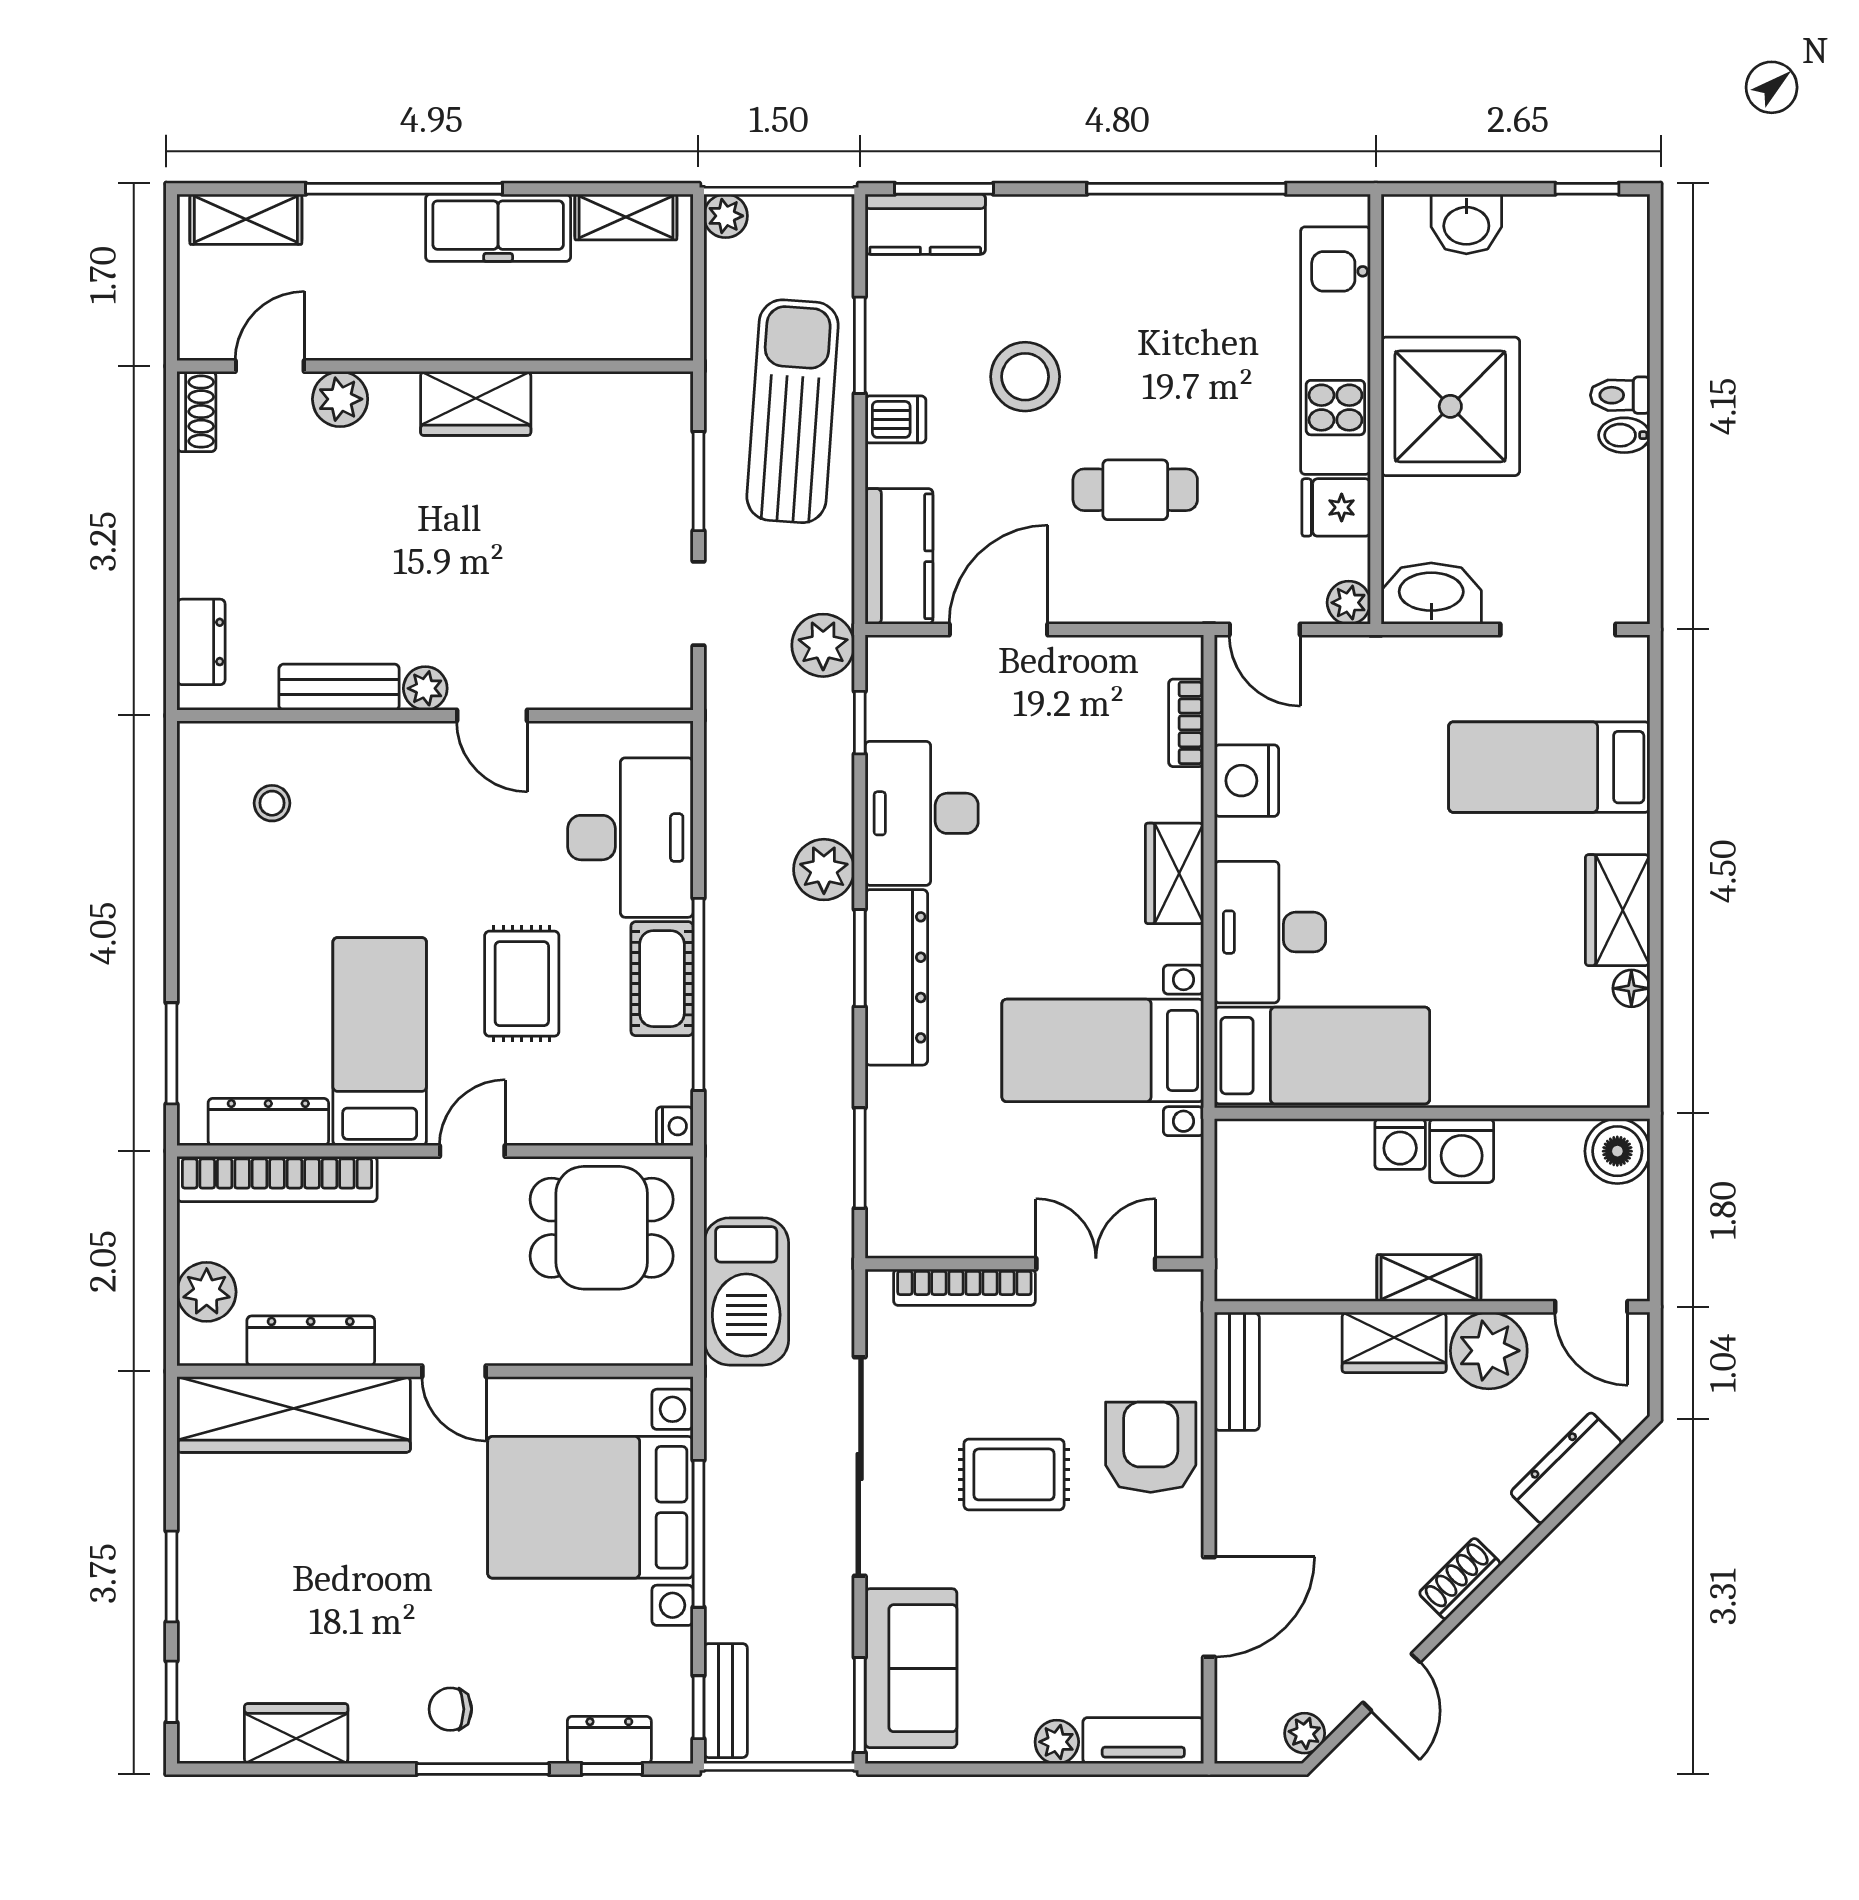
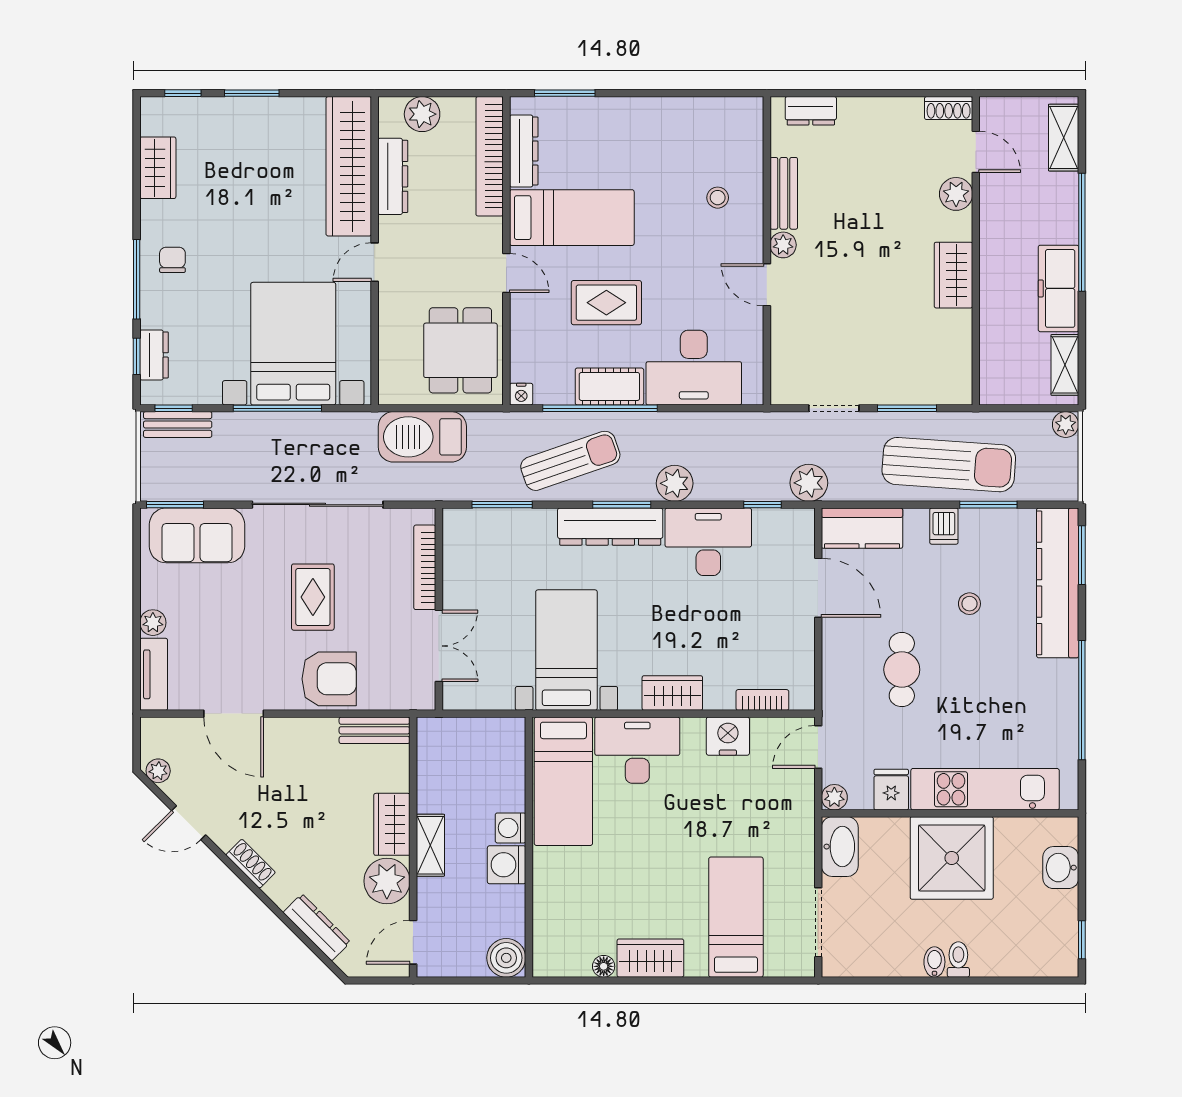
kitchen counter: (925, 224) -> (1058, 583), width x2.08, depth x1.17
stool: (1025, 377) -> (969, 604), width x0.53, depth x0.53
door: (492, 715) -> (767, 285), hinge flipped
stool: (272, 803) -> (718, 198), moved
sun lounger: (786, 1044) -> (570, 461), added

